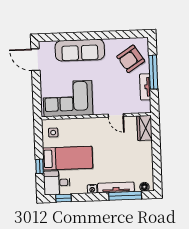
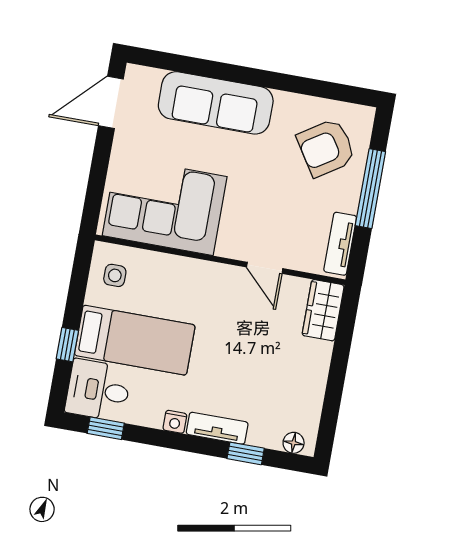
door: (35, 60) -> (111, 102), hinge flipped
tv unit: (145, 87) -> (340, 244), moved
tv unit: (116, 187) -> (217, 428), width x0.71
window: (125, 196) -> (246, 453), width x0.46

